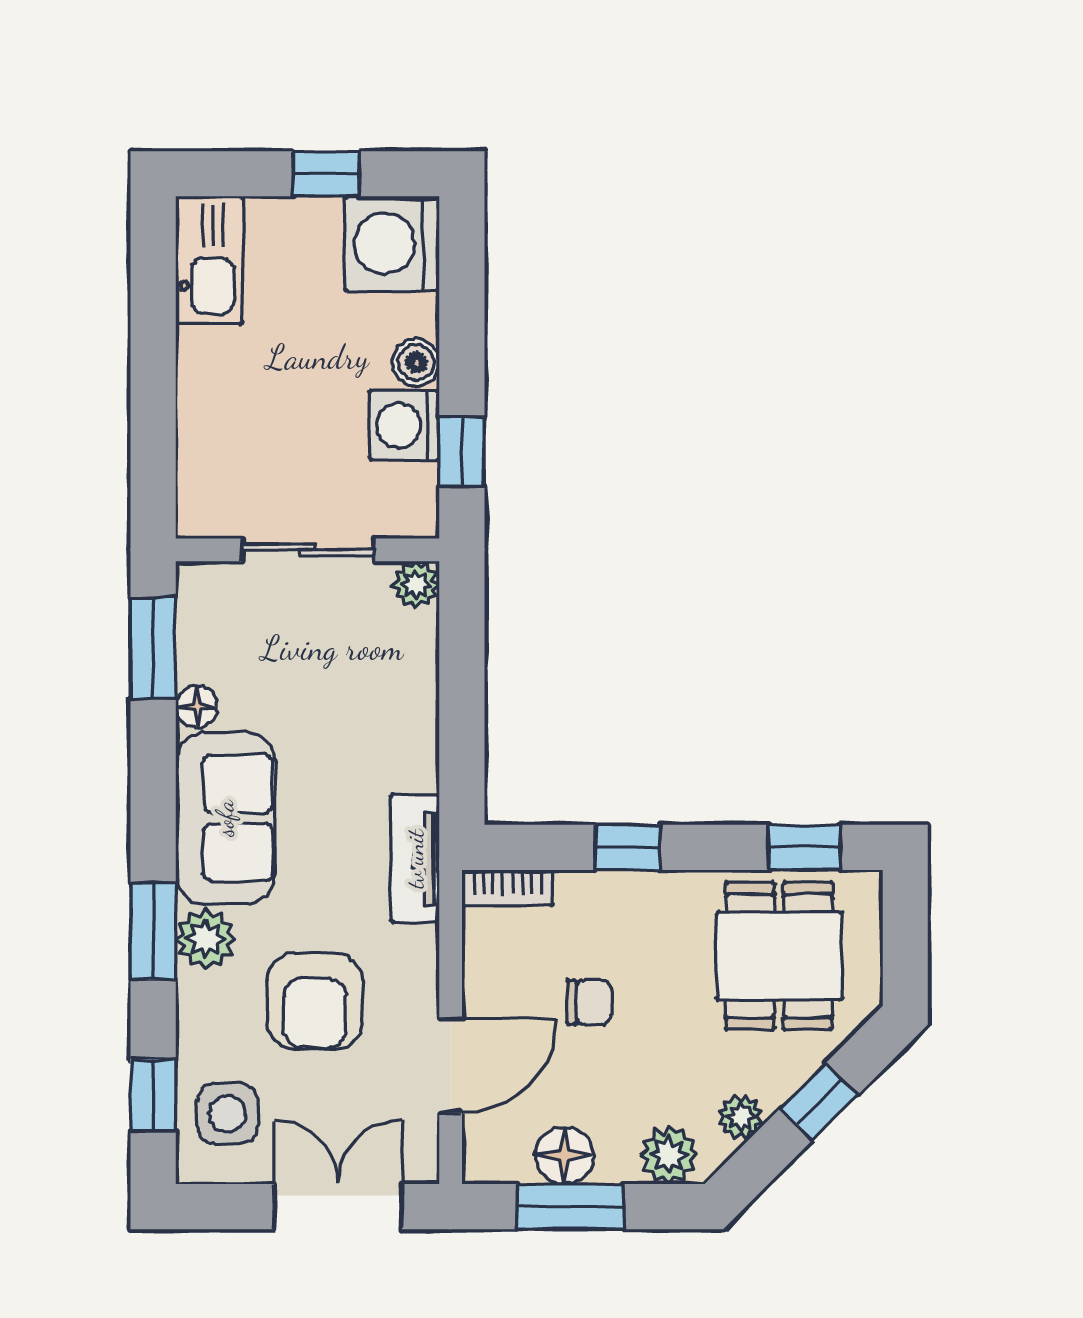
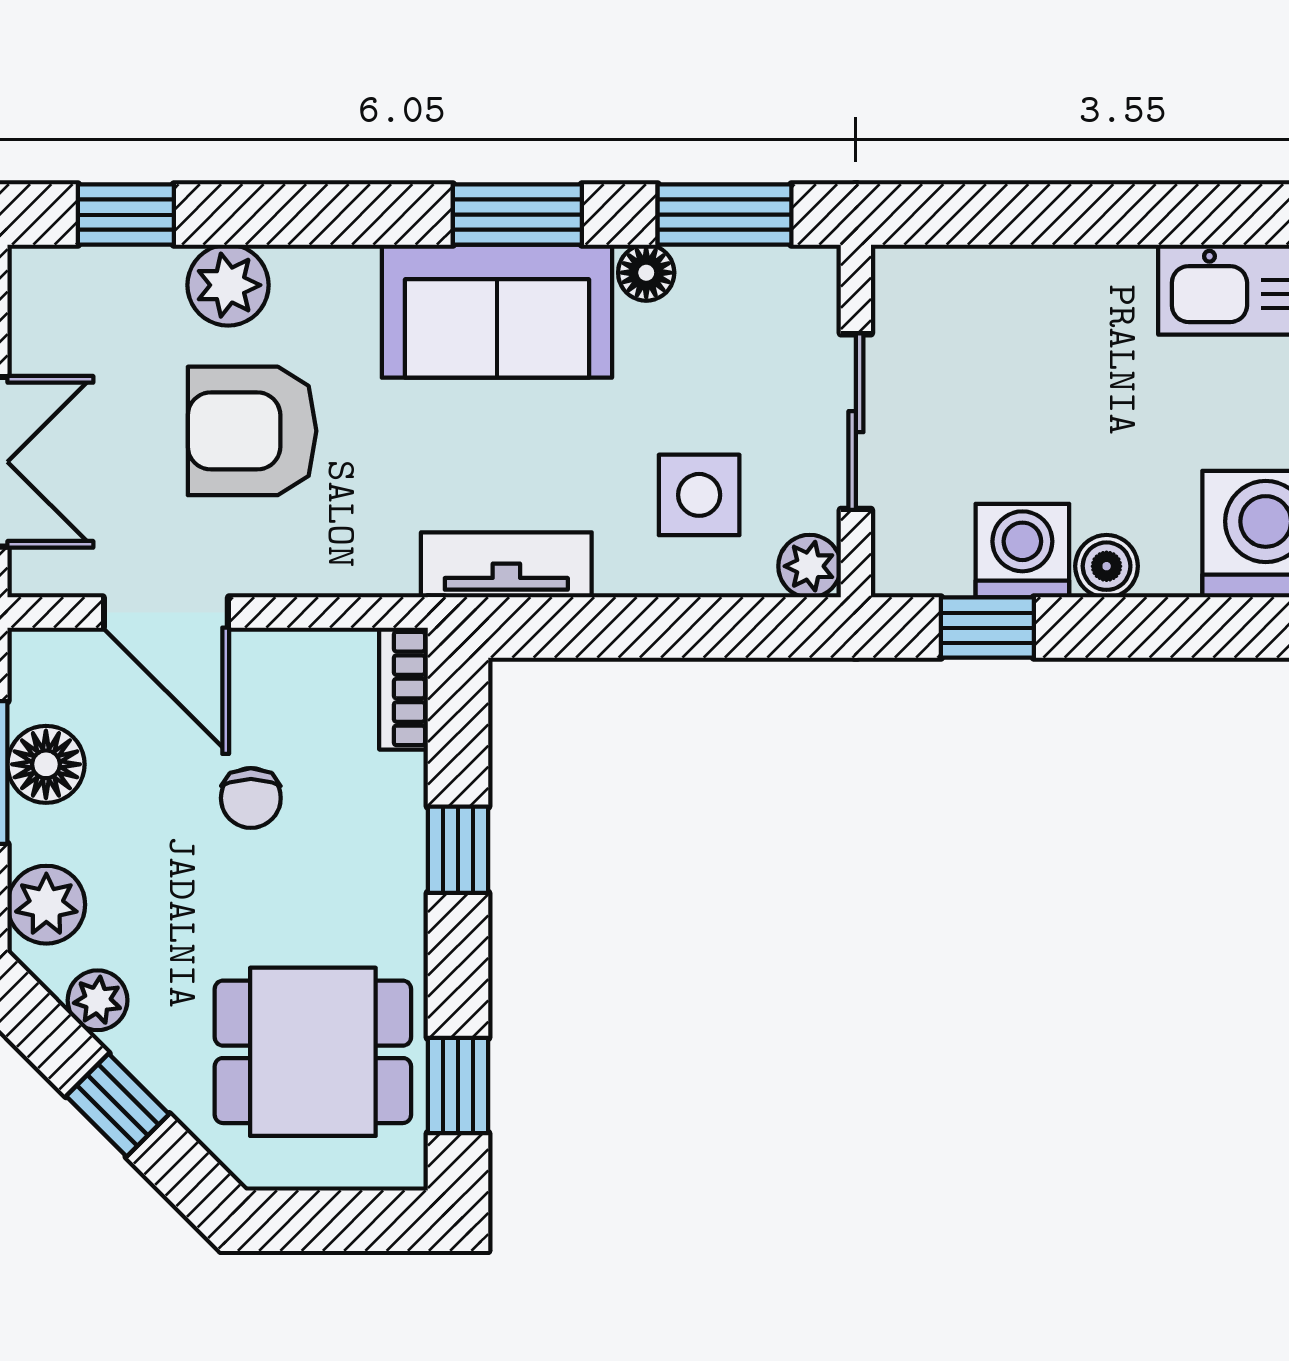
tv unit: (415, 859) -> (506, 565), moved
window: (153, 931) -> (517, 215), moved
plant: (206, 939) -> (228, 285), moved
side table: (227, 1113) -> (699, 495), moved

